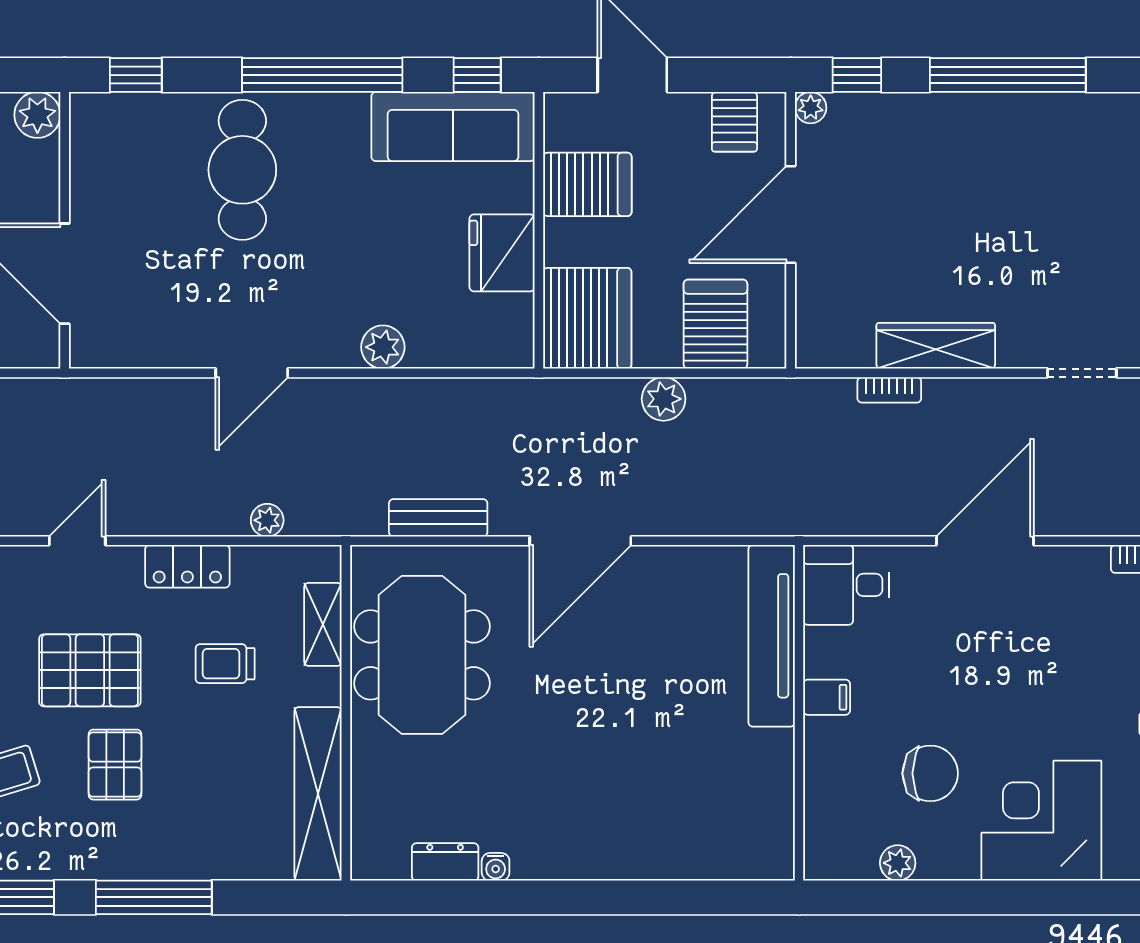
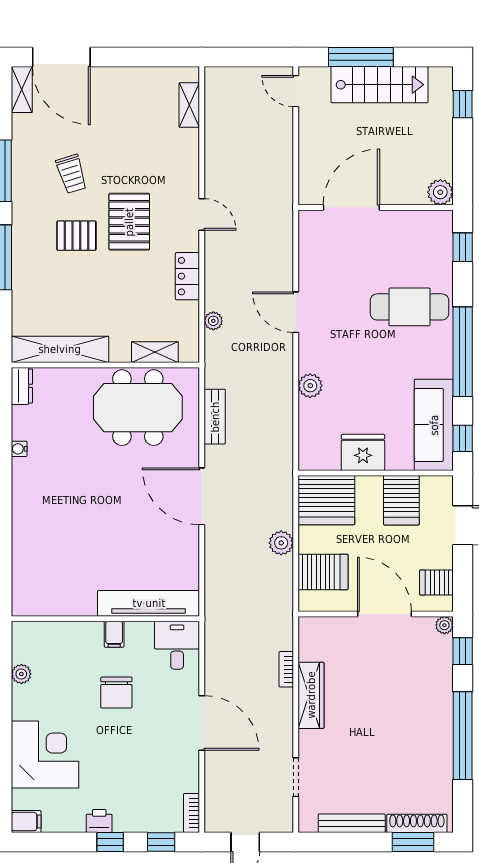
trolley: (225, 664) -> (133, 297), removed
chair: (930, 773) -> (116, 693), moved
dresser: (445, 862) -> (22, 386), moved

